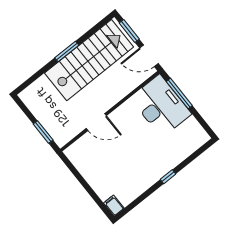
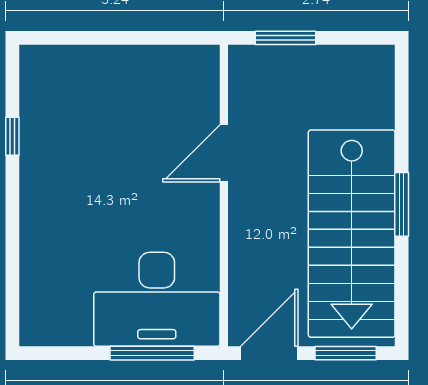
window: (168, 177) -> (12, 136), moved
filing cabinet: (114, 206) -> (40, 60), removed

